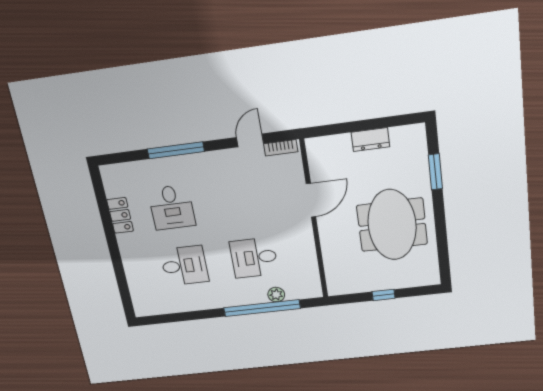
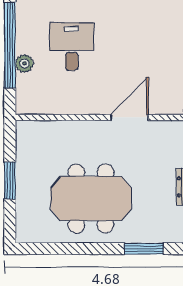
door: (311, 200) -> (130, 117), swing flipped
window: (384, 295) -> (10, 181), width x1.50

